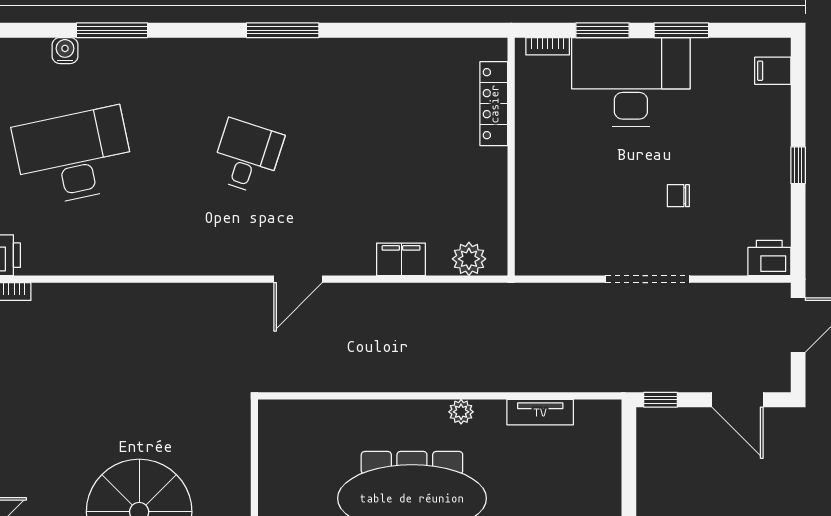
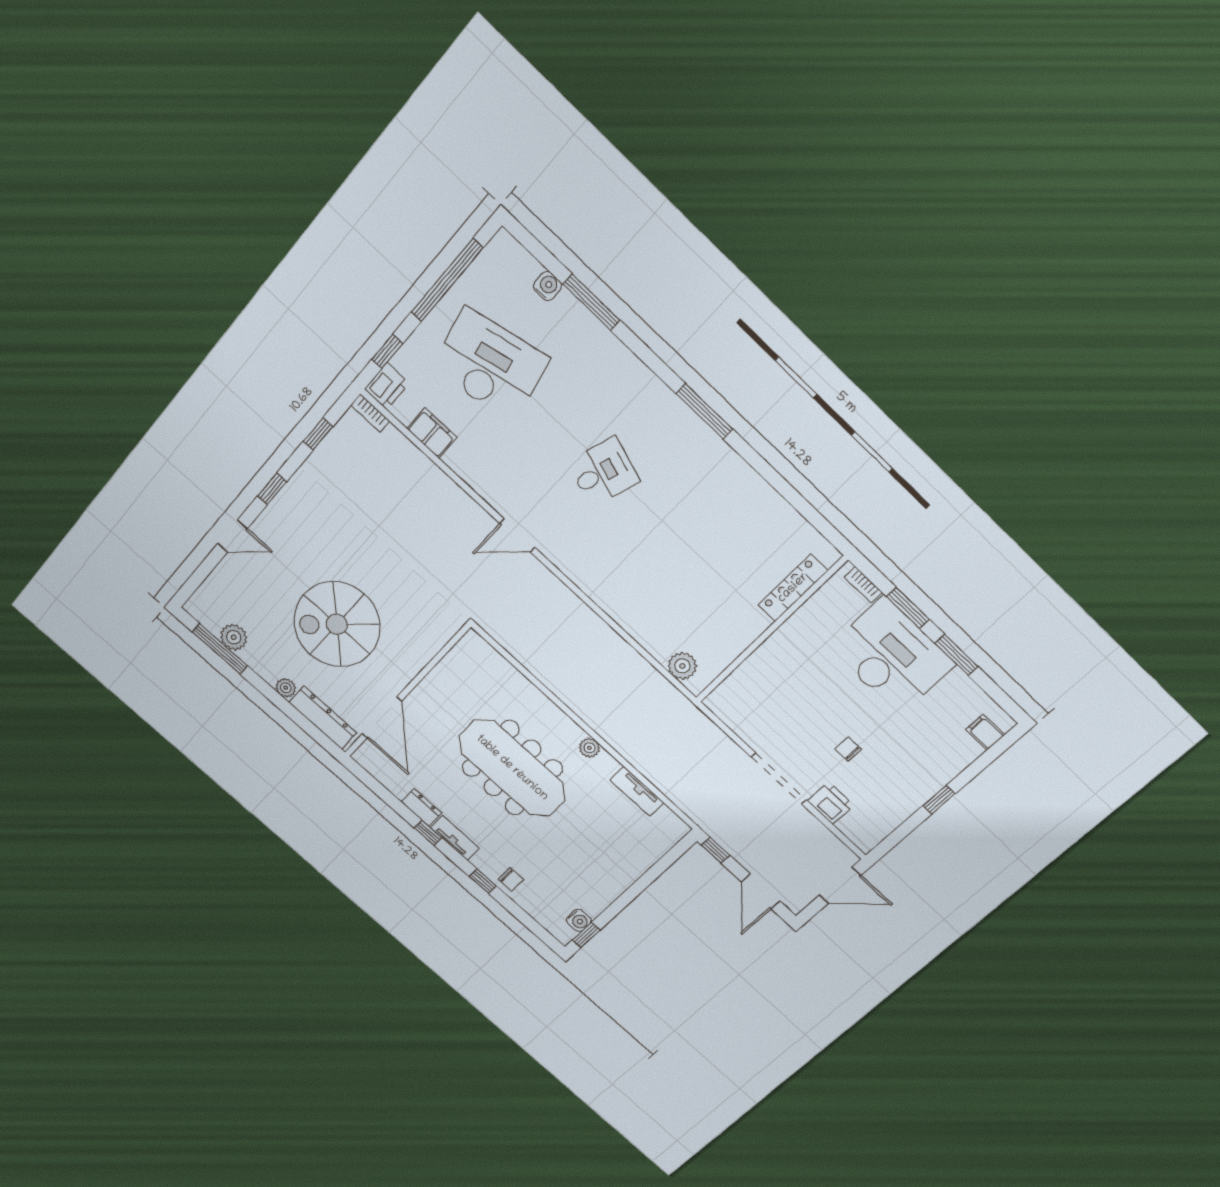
printer: (769, 258) -> (831, 803), moved
filing cabinet: (401, 259) -> (432, 433), moved
door: (298, 279) -> (517, 535), moved

